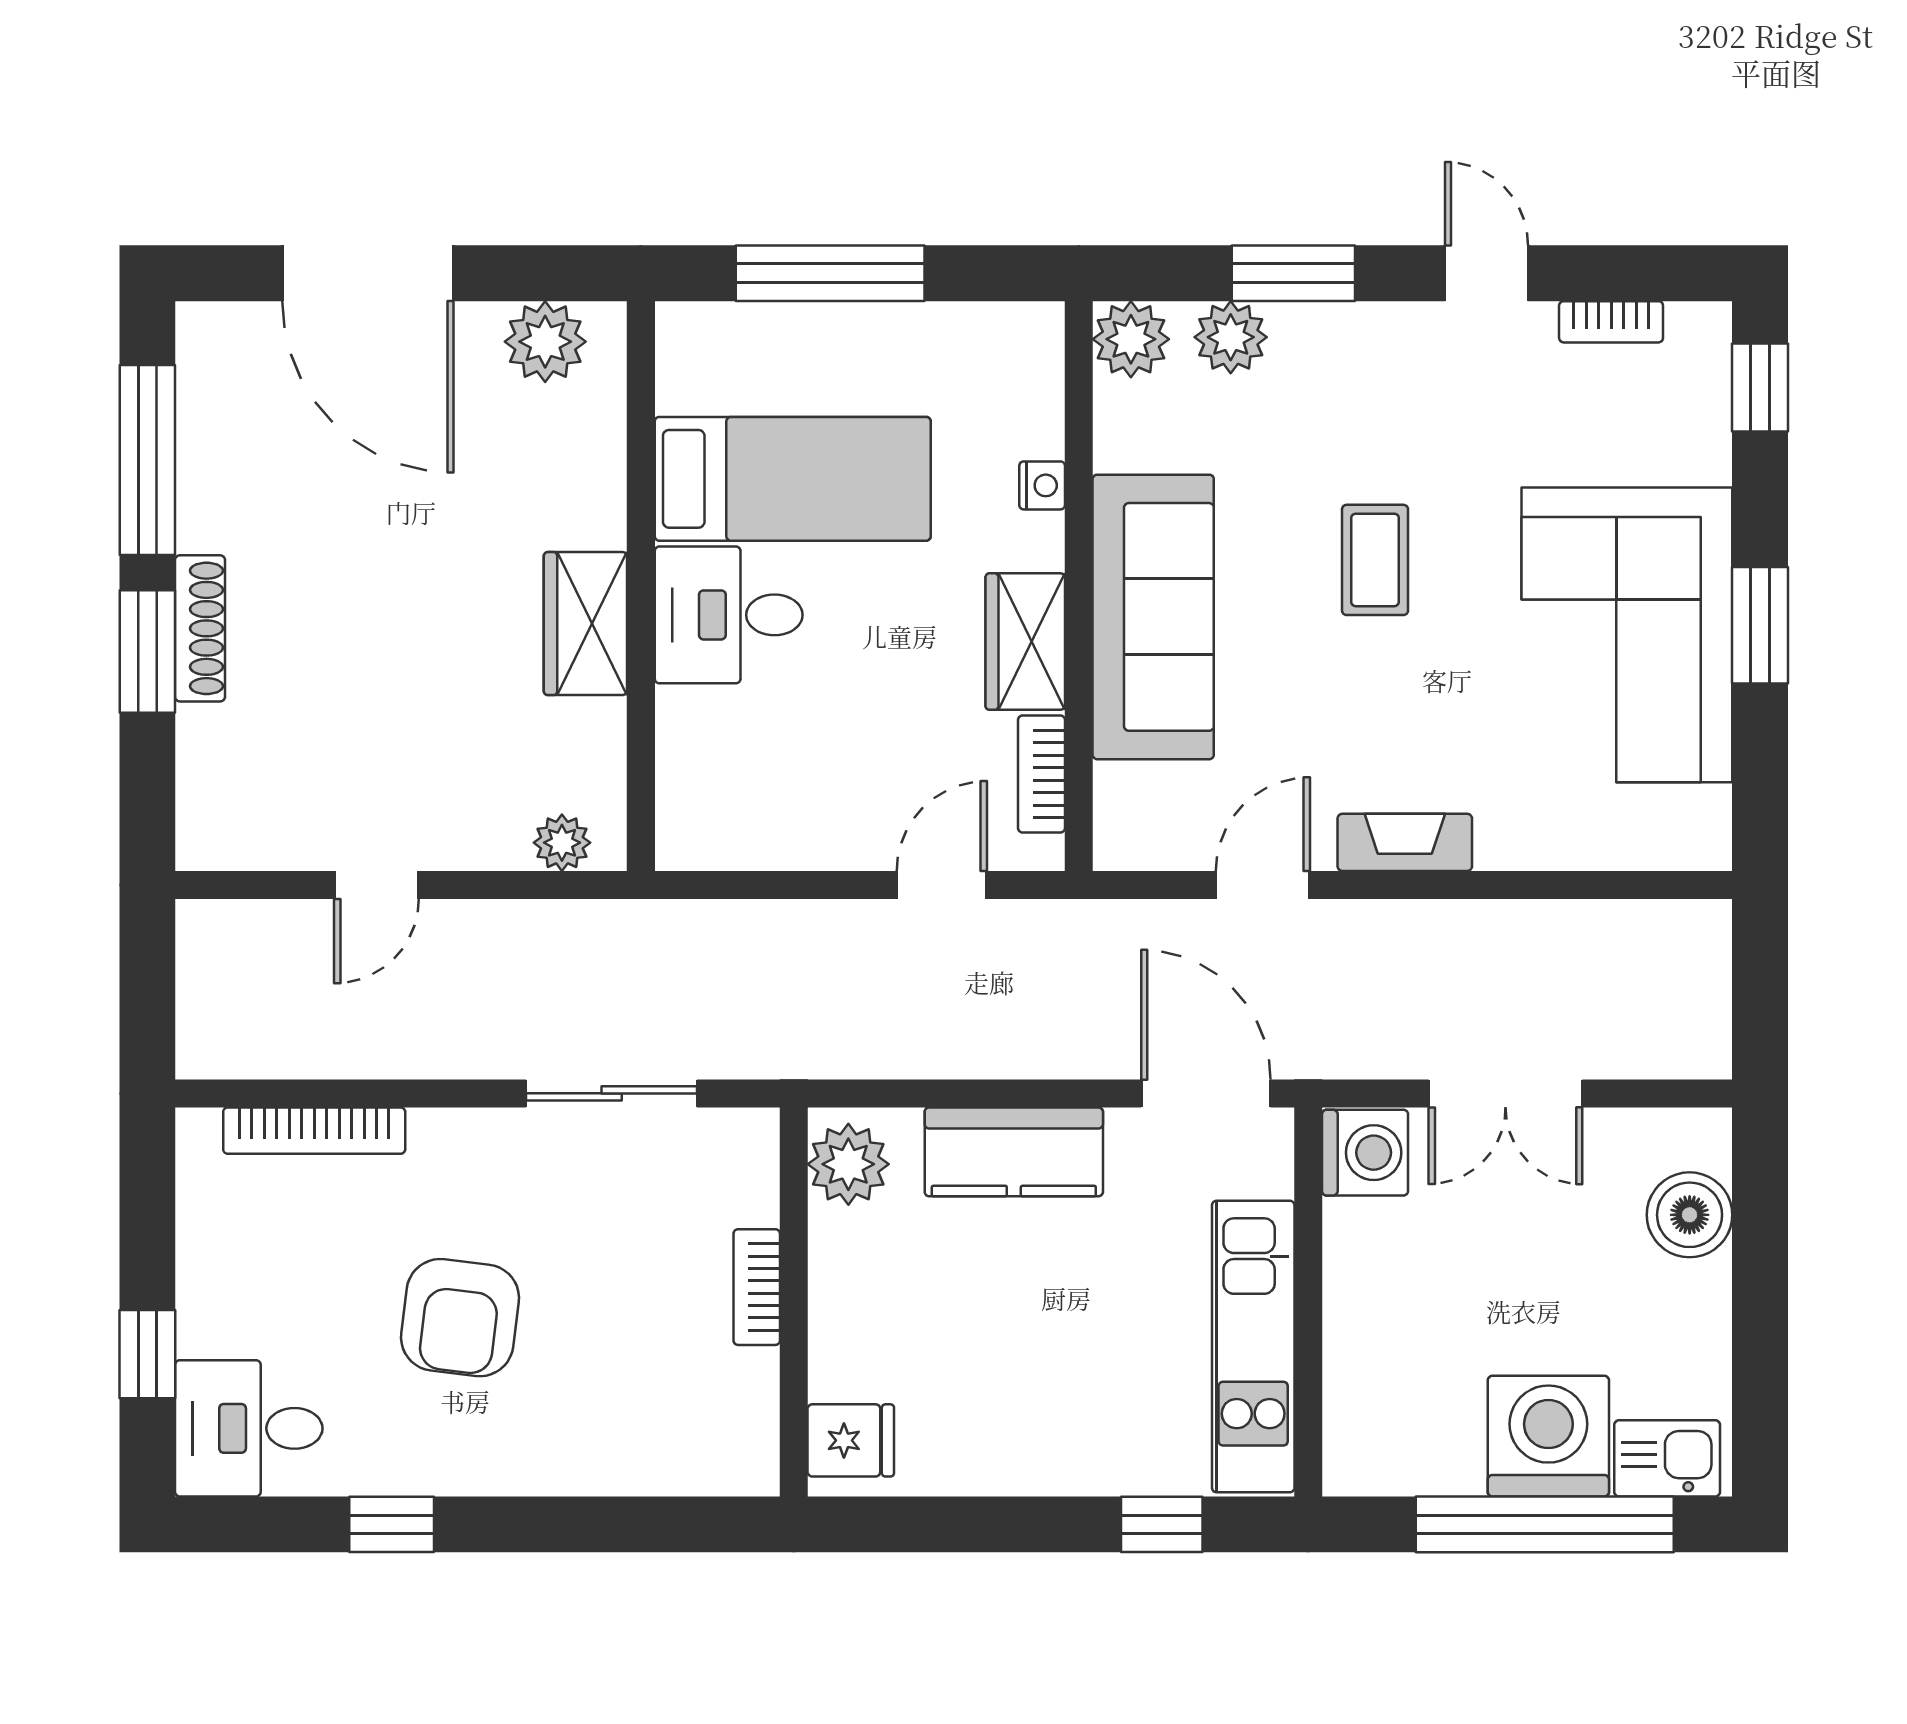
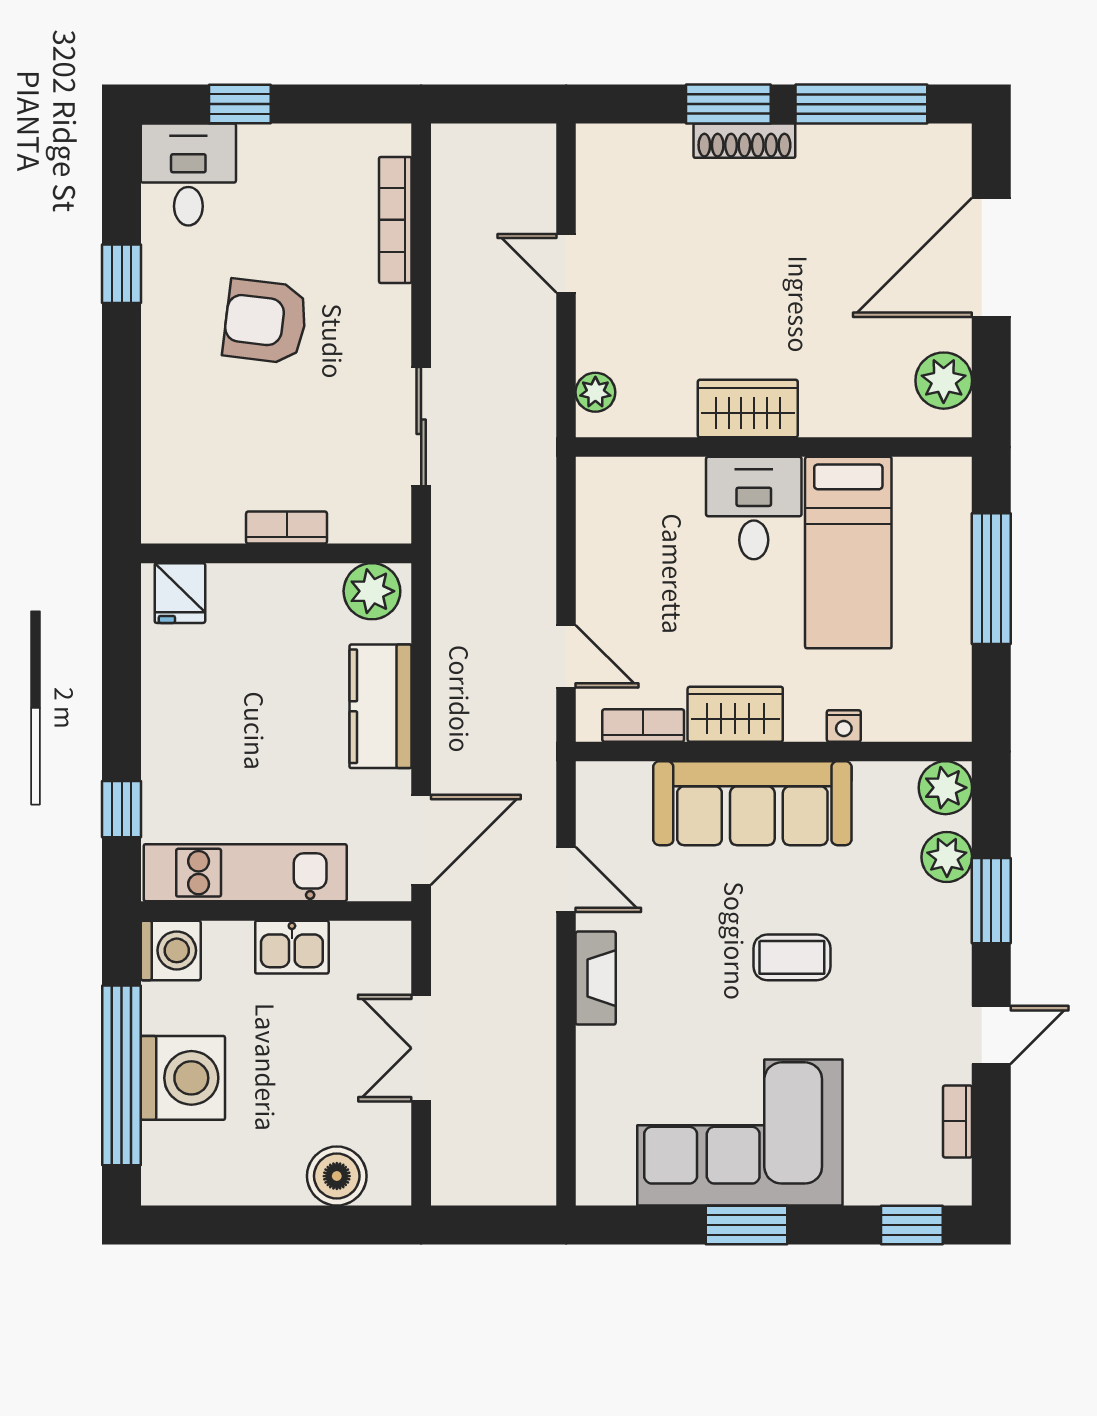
washing machine: (1365, 1153) -> (171, 950), moved, turned -90
kitchen sink: (1667, 1458) -> (292, 947), moved, turned 90

